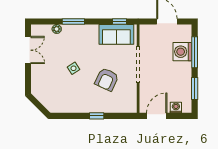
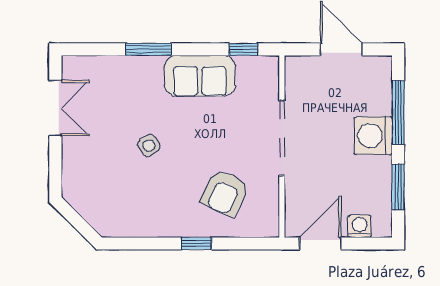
plant: (57, 29) -> (114, 65), removed
sofa: (116, 34) -> (200, 76), moved
washing machine: (182, 52) -> (373, 136), moved
armchair: (107, 79) -> (225, 193), moved

